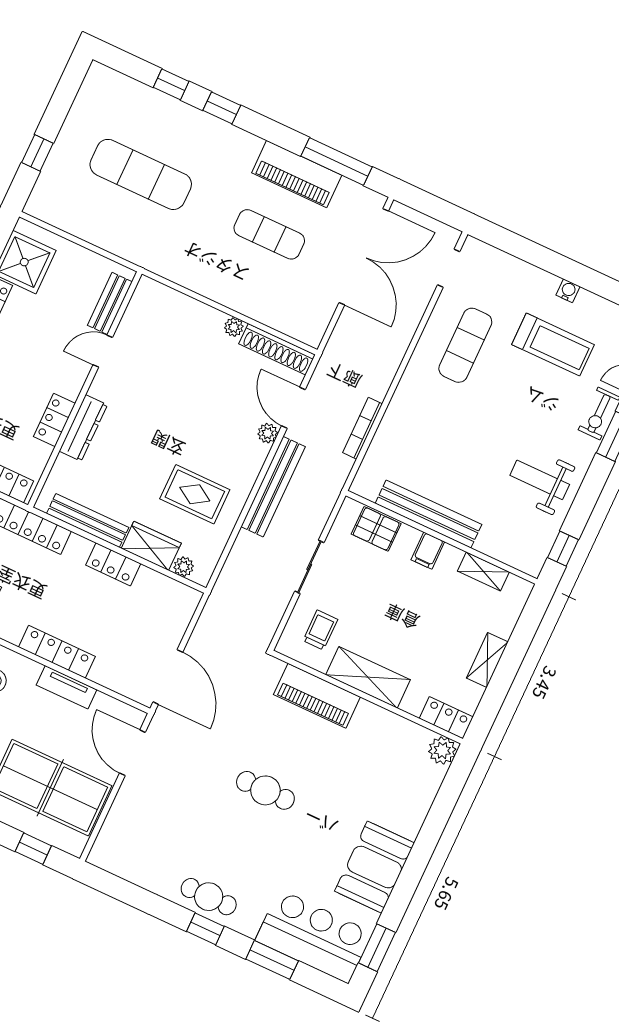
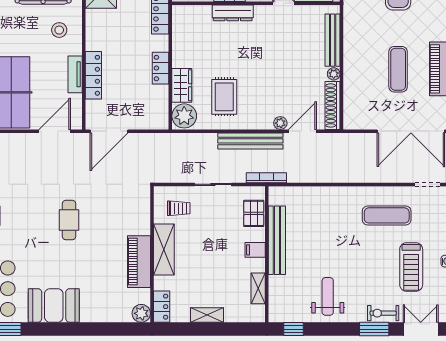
bookcase: (363, 428) -> (266, 178), moved
bench: (88, 521) -> (333, 40), moved
plant: (184, 567) -> (184, 116), width x1.88, depth x1.88
locker: (57, 652) -> (93, 75), moved
piano: (317, 696) -> (139, 262), moved

